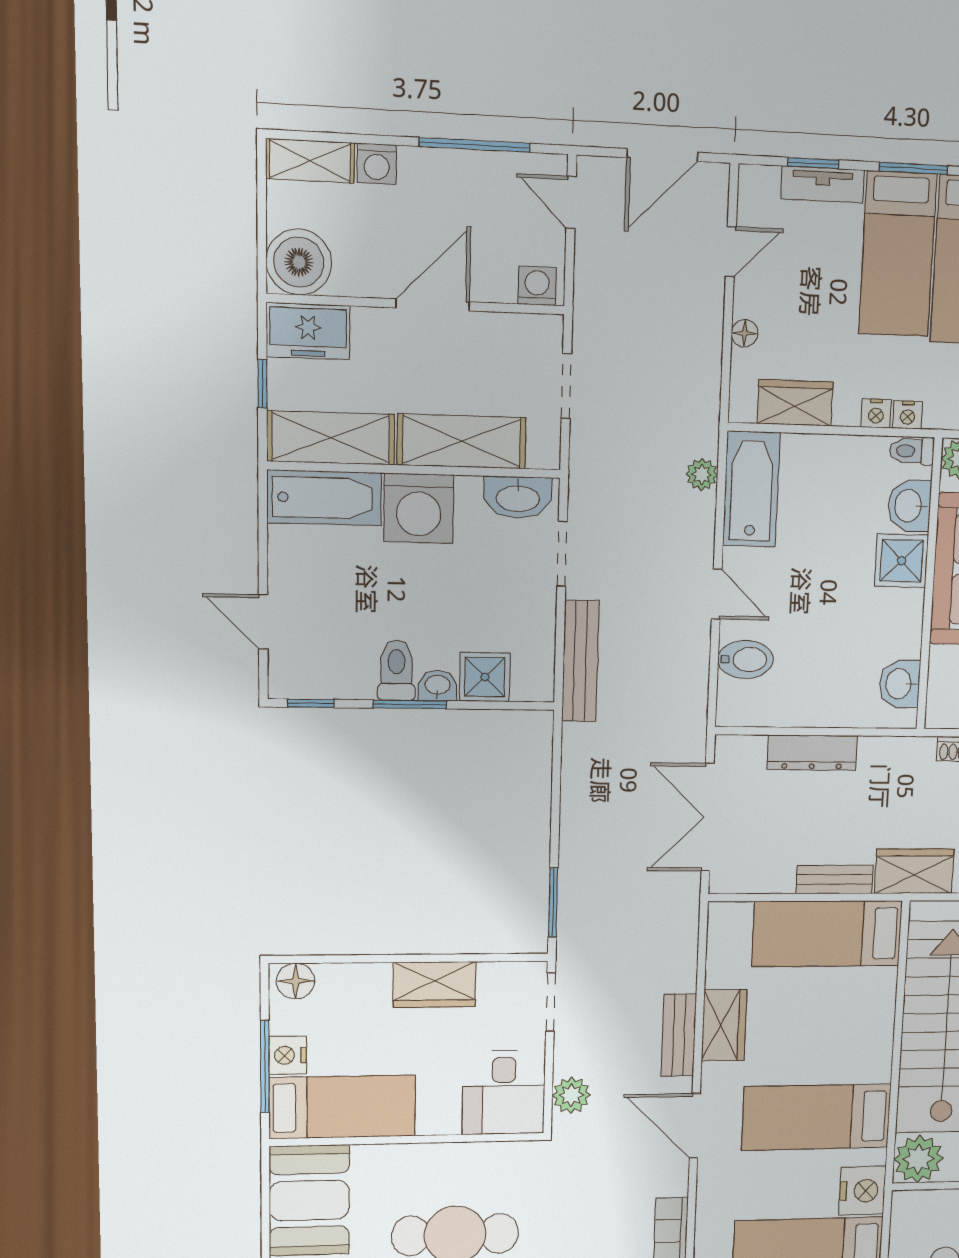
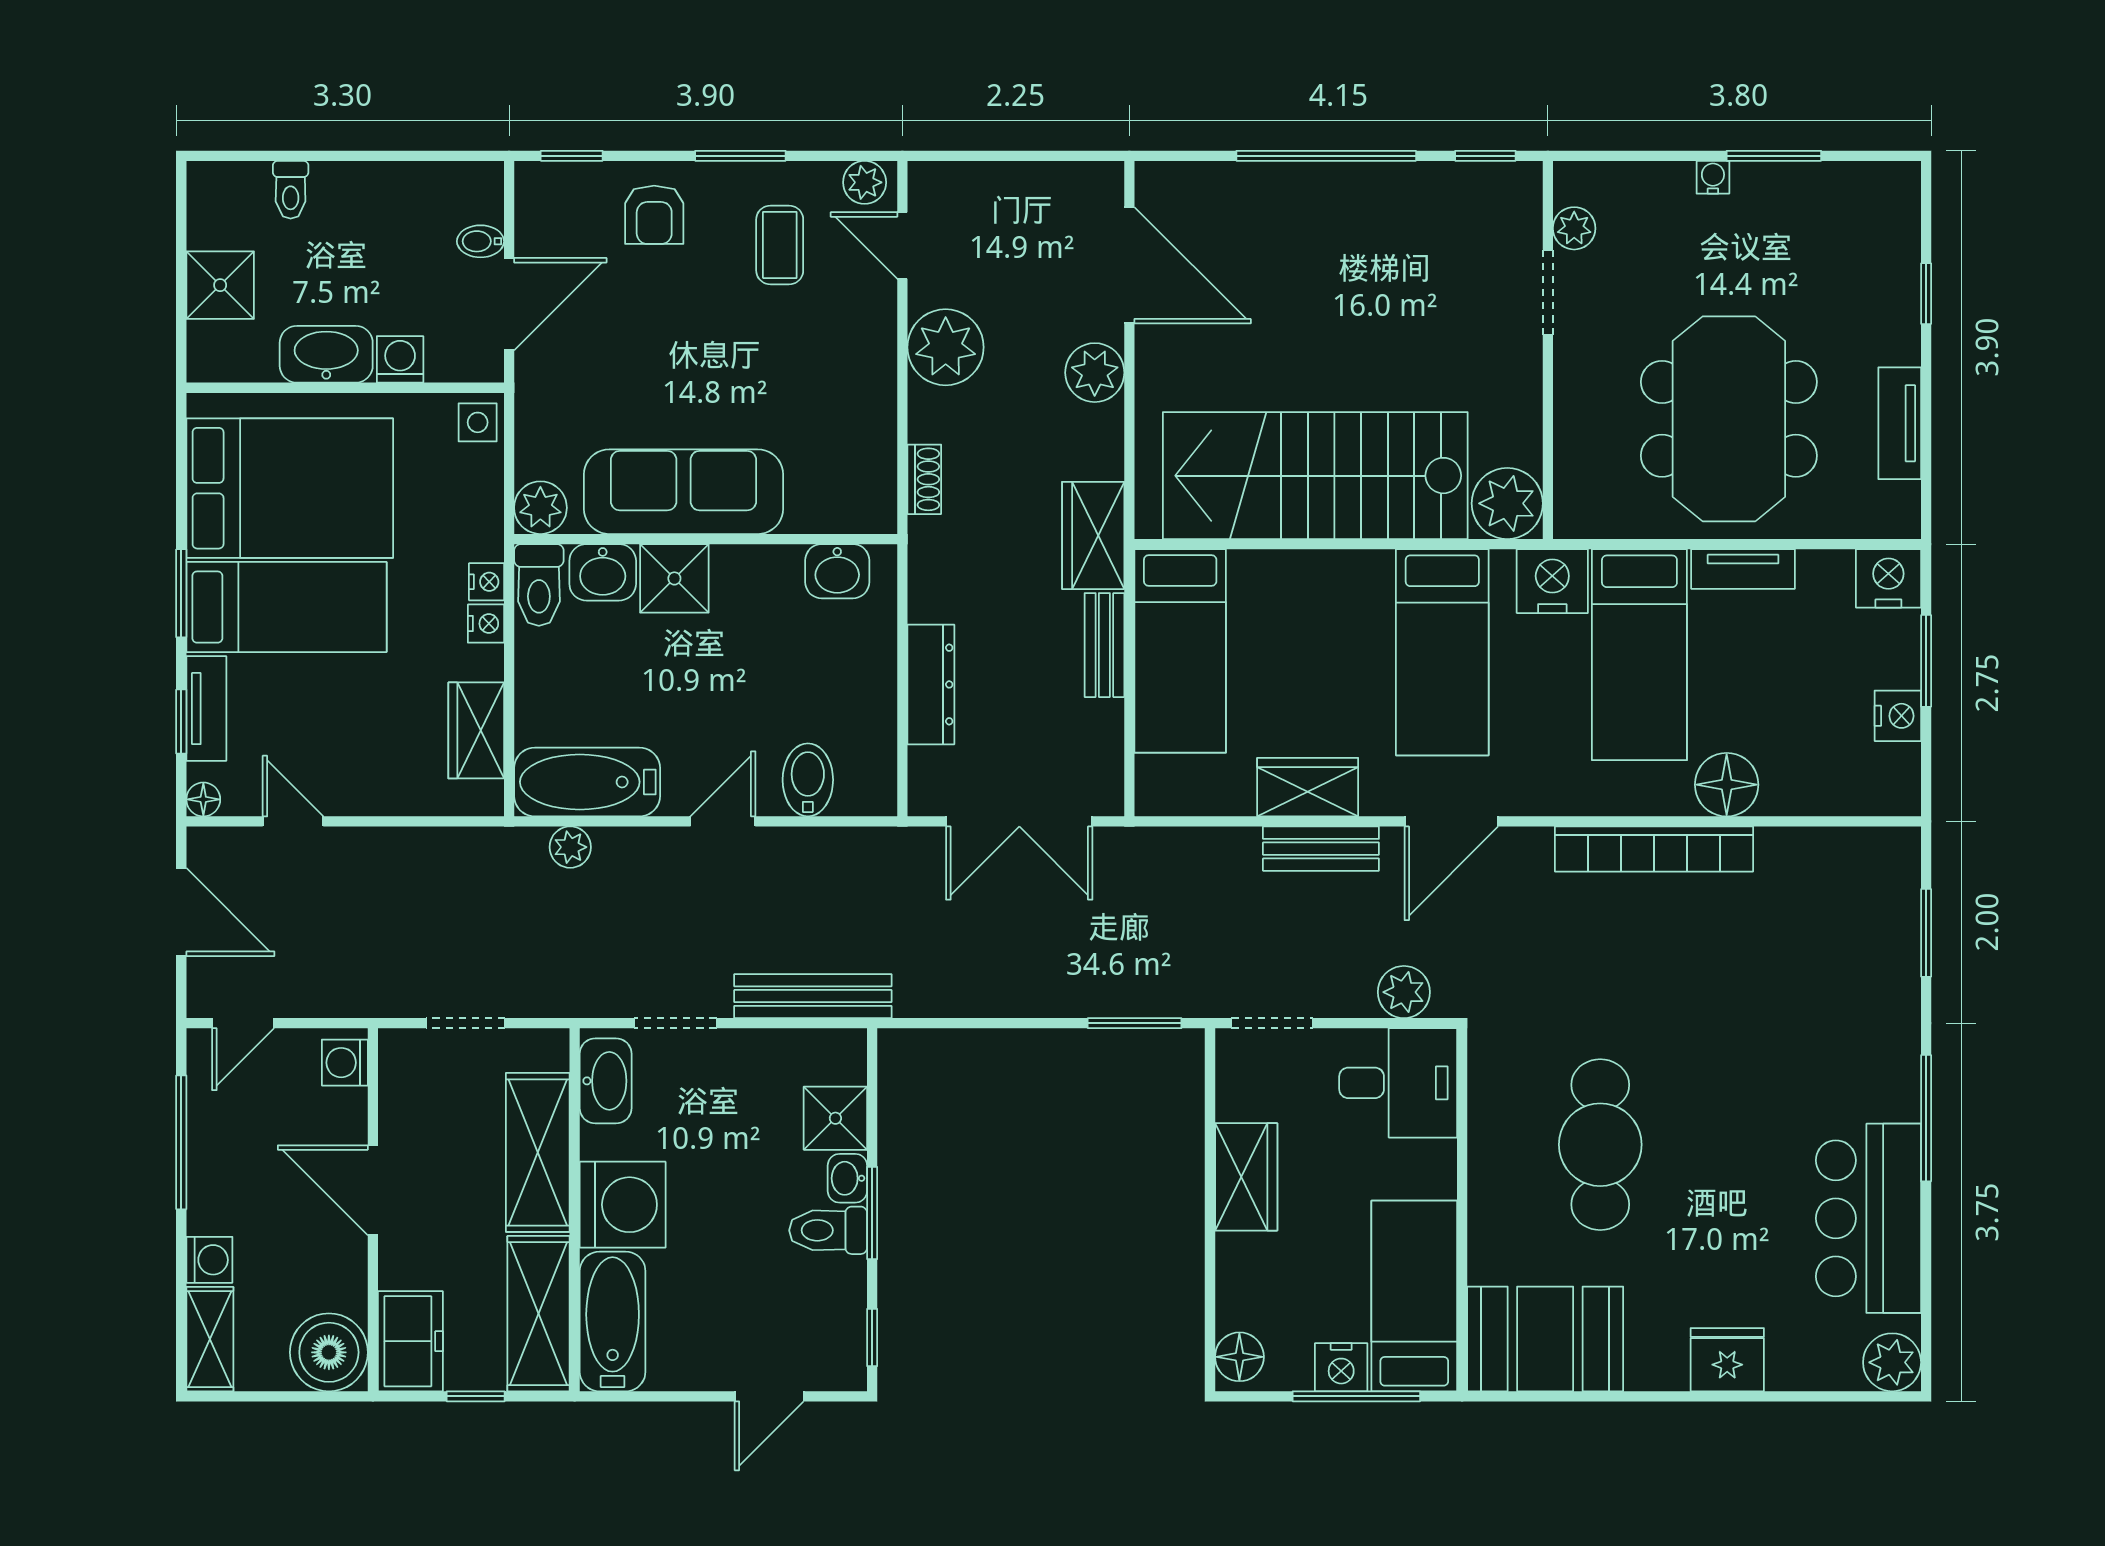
floor lamp: (745, 333) -> (203, 799), moved
toilet: (912, 451) -> (539, 585), width x1.37, depth x1.39

